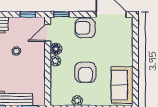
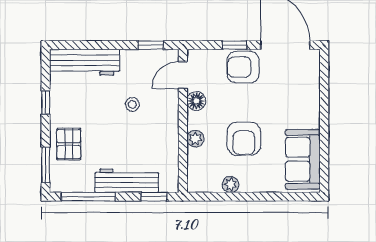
window: (61, 14) -> (234, 45), moved
plant: (55, 61) -> (195, 139), moved

